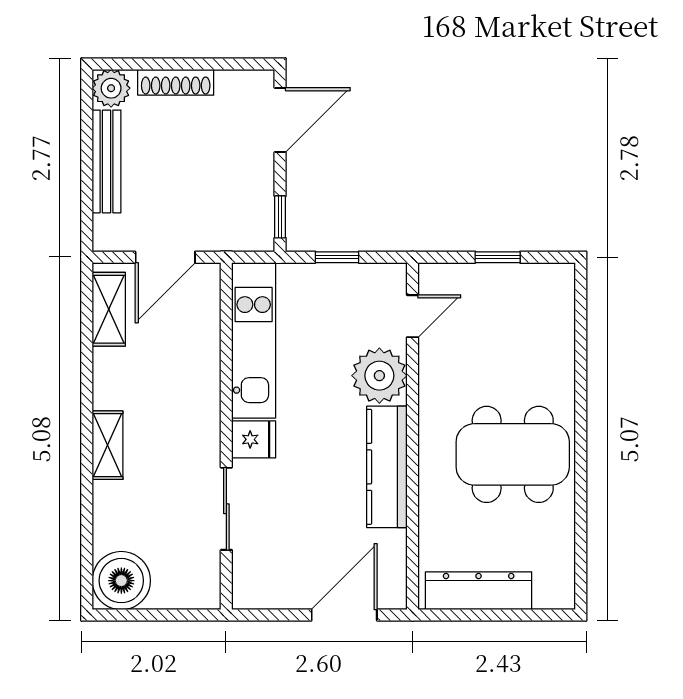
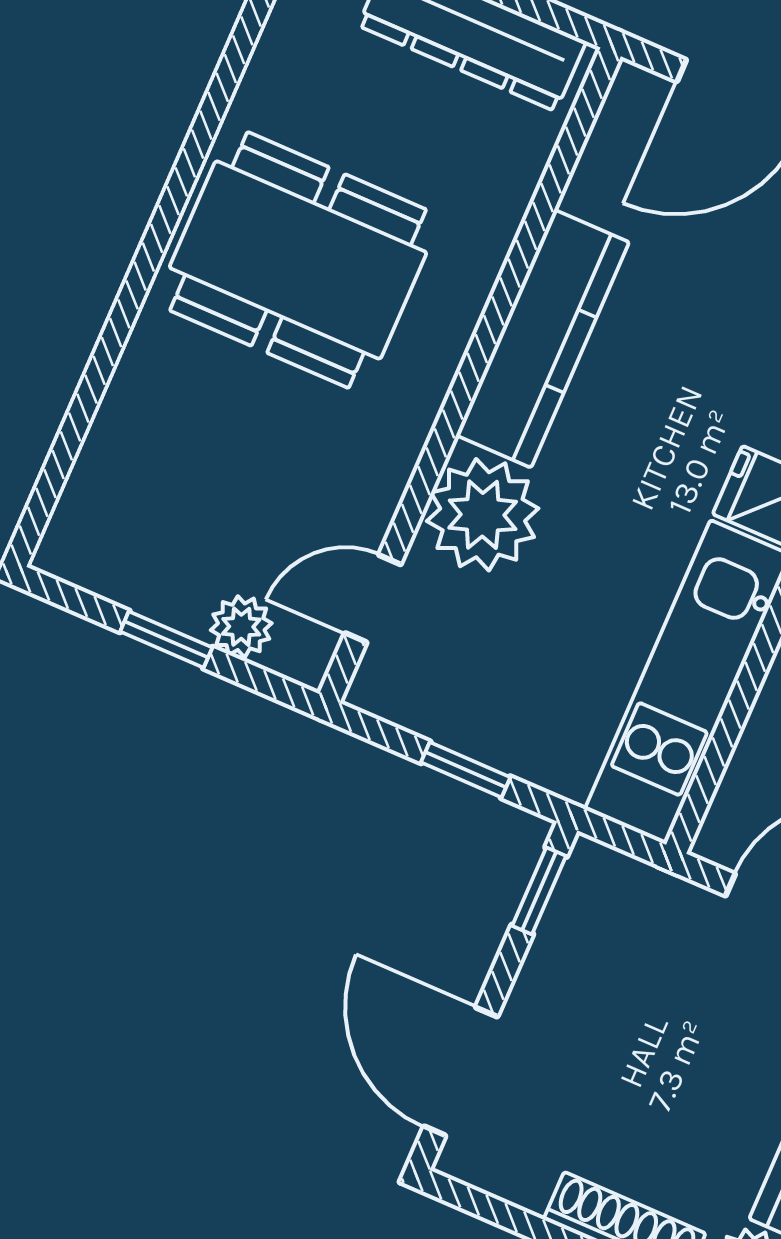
door: (280, 120) -> (461, 1071), hinge flipped
plant: (466, 278) -> (241, 627), added

